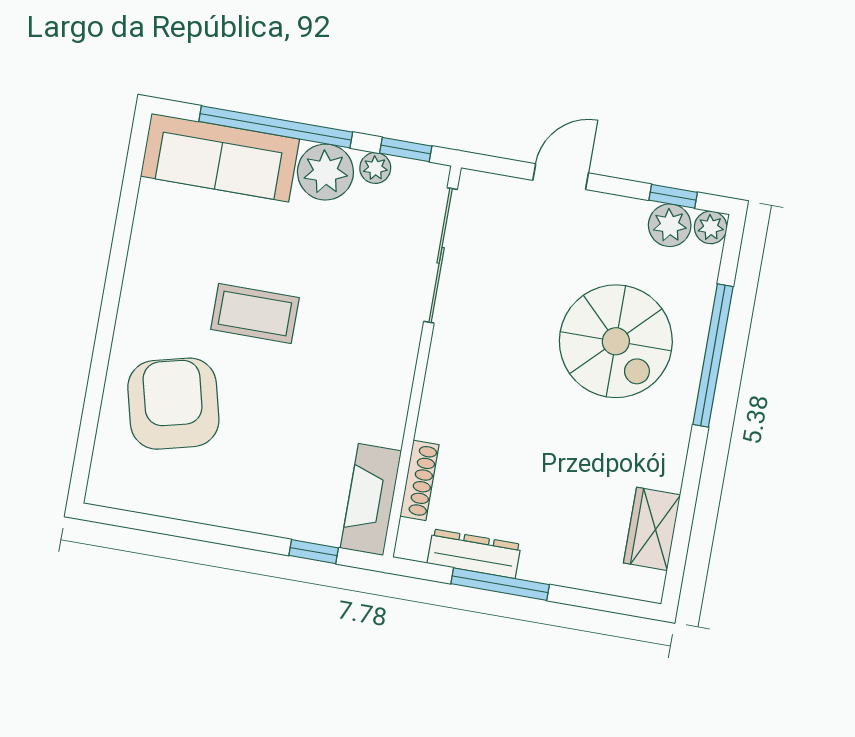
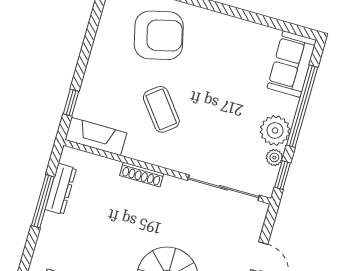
sofa: (220, 158) -> (292, 64), width x0.73
coffee table: (255, 313) -> (161, 109), moved, turned -38
shoe rack: (419, 480) -> (142, 175), moved

